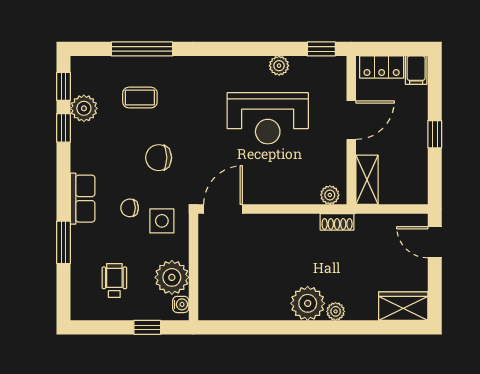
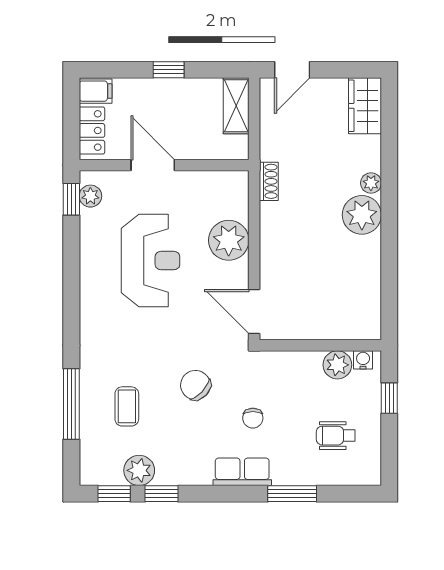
plant: (279, 66) -> (90, 196), moved
chair: (159, 158) -> (195, 385), turned 133
shelving: (367, 180) -> (236, 106), moved, turned 90
plant: (330, 195) -> (229, 240), moved, width x1.87, depth x1.87
side table: (162, 221) -> (268, 381), removed
plant: (172, 277) -> (337, 365), width x0.73, depth x0.73

